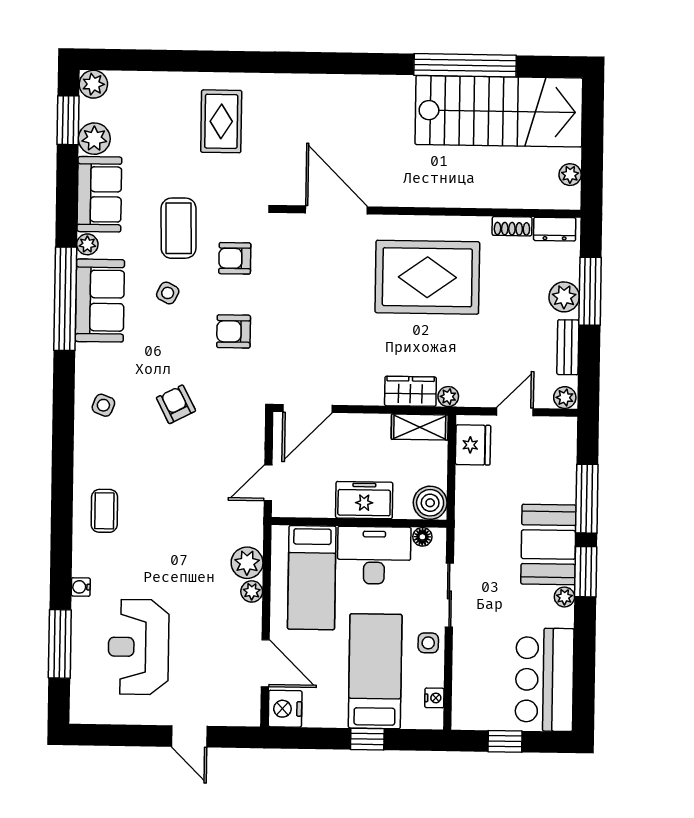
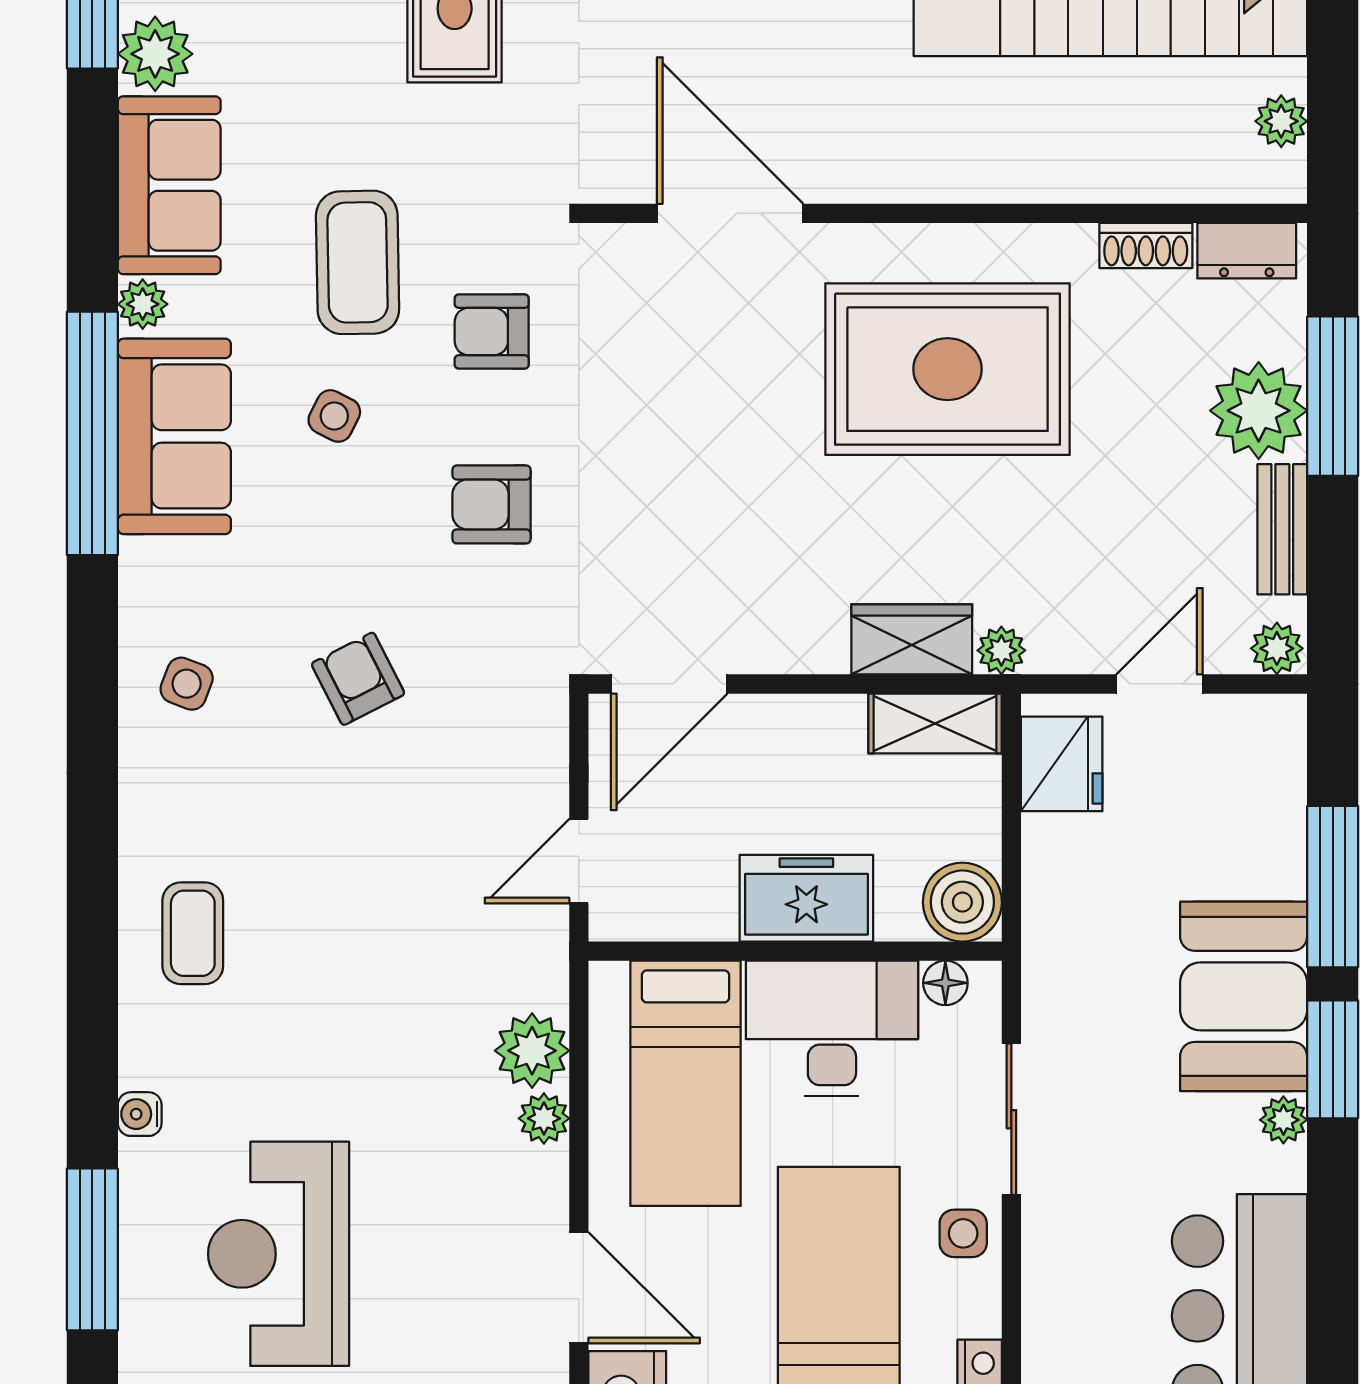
plant: (564, 297) -> (1259, 411), width x1.36, depth x1.36

